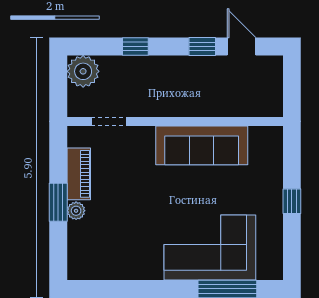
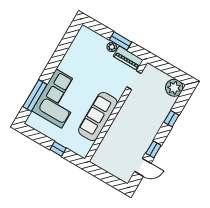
doorway: (109, 121) -> (134, 80), moved
wall: (175, 121) -> (116, 111), moved
sofa: (202, 145) -> (98, 116), moved

